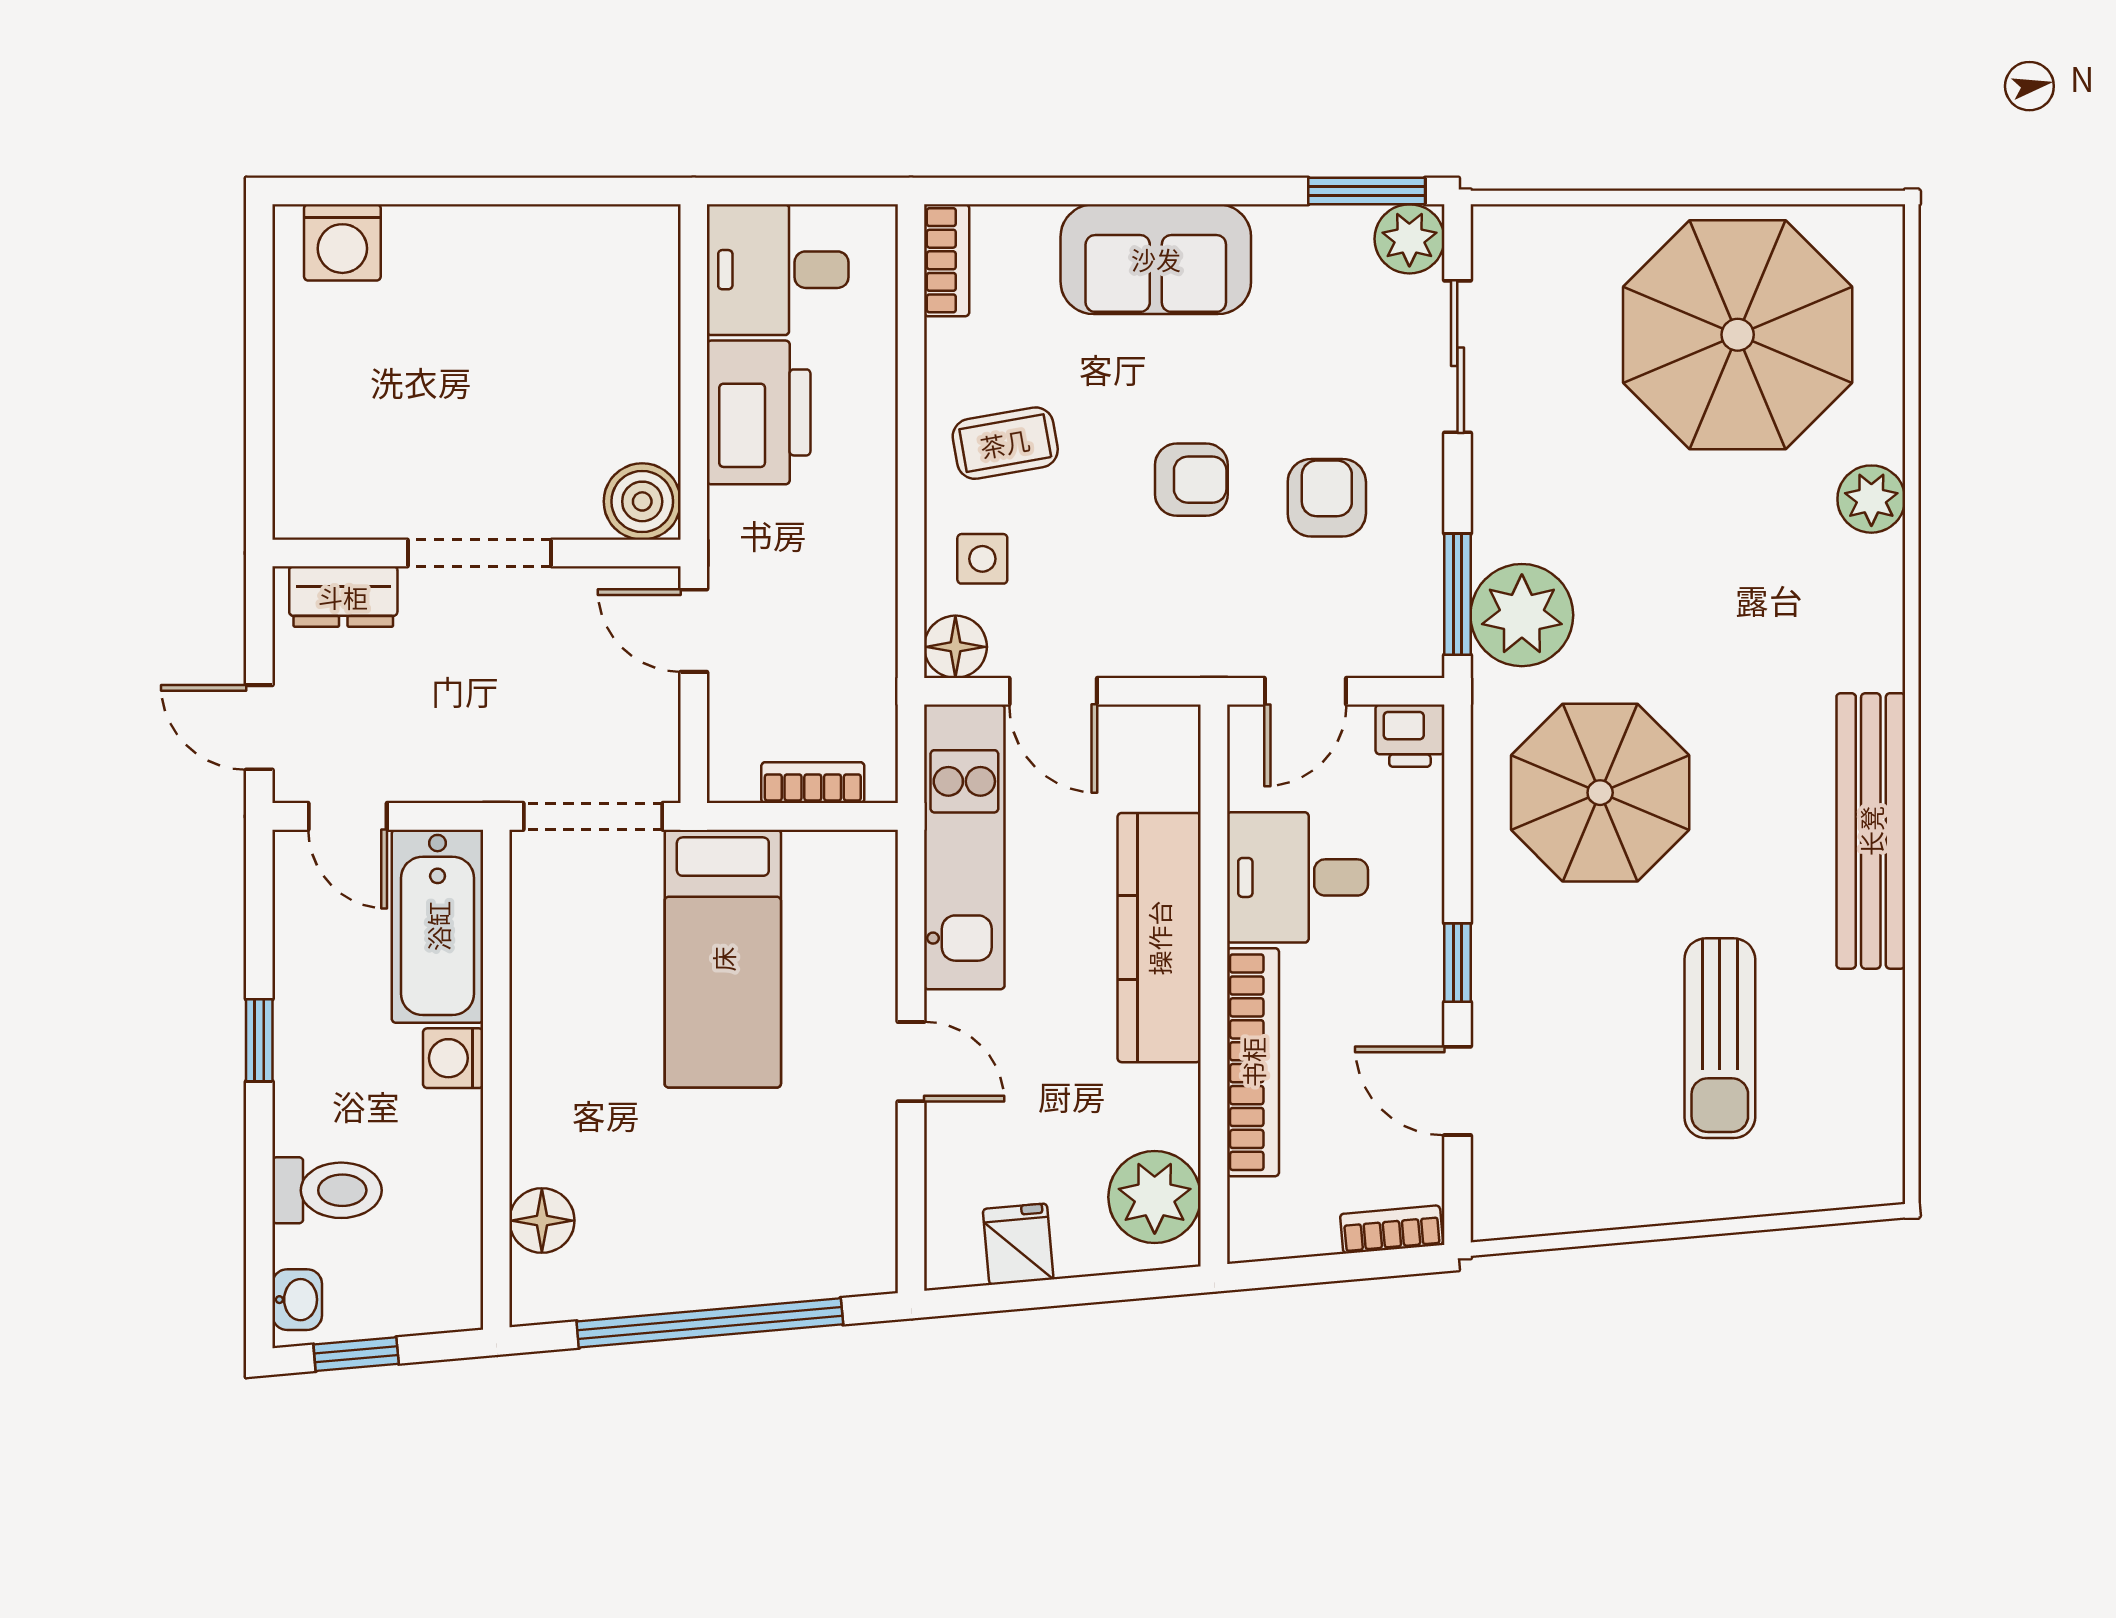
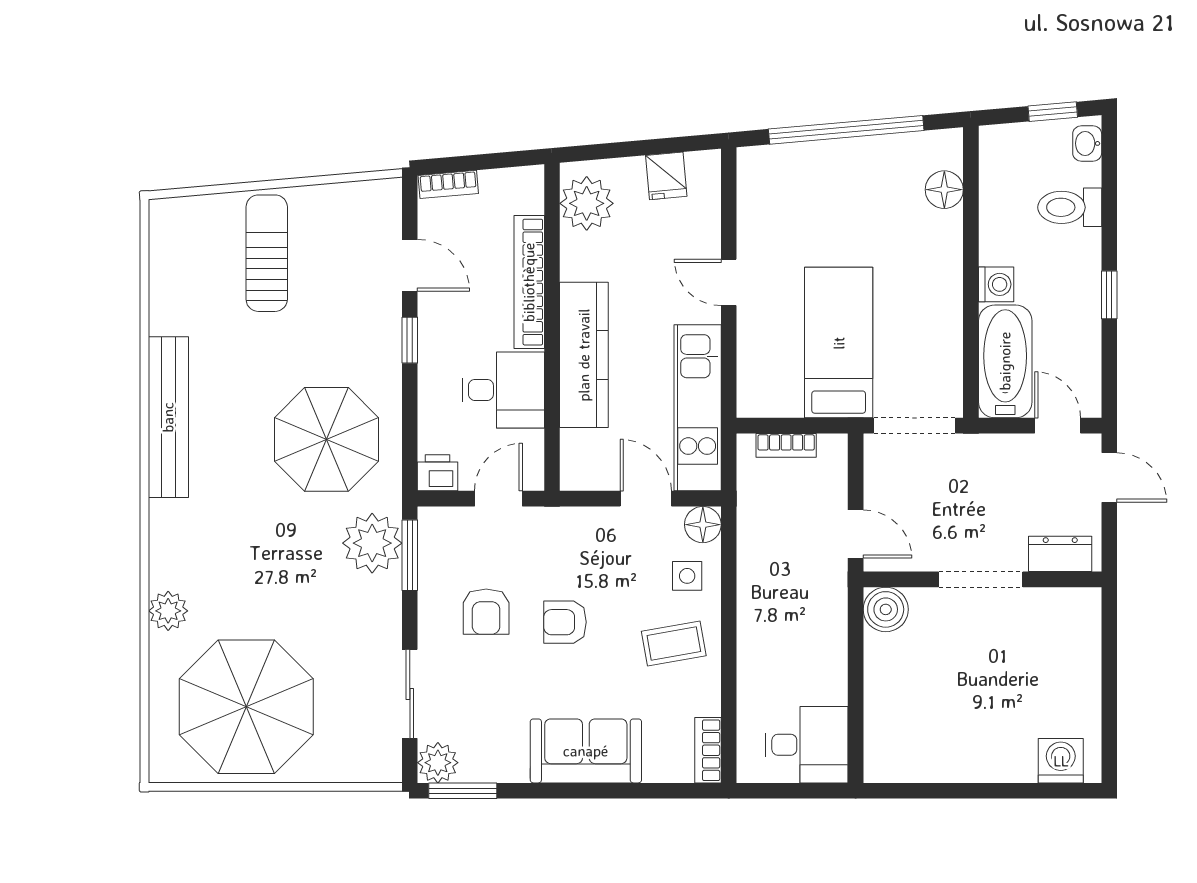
printer: (759, 412) -> (818, 661), removed
sun lounger: (1720, 1038) -> (267, 253), moved

